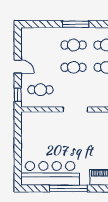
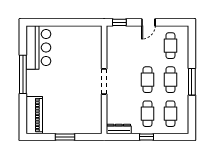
cafe table: (40, 90) -> (170, 46), moved
bar counter: (50, 173) -> (38, 48), width x0.73

